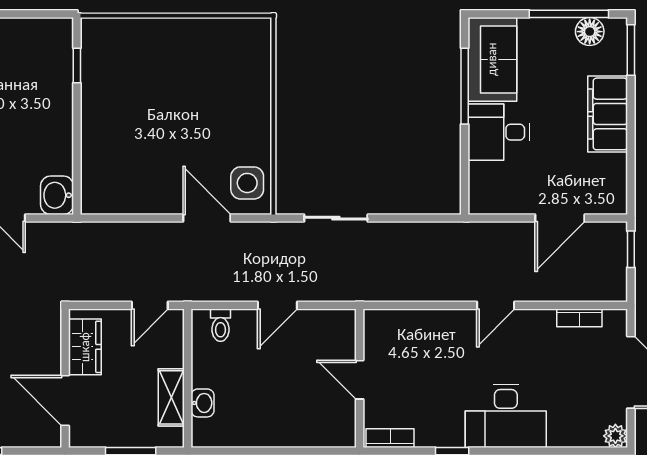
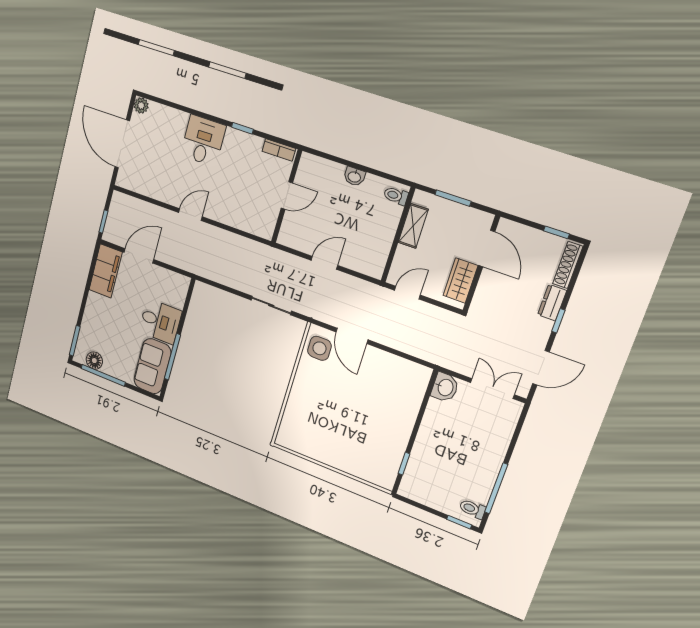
filing cabinet: (608, 114) -> (106, 271), moved
bookcase: (579, 318) -> (143, 189), removed
toilet: (221, 325) -> (396, 196), moved, turned -90
door: (360, 380) -> (287, 196), hinge flipped
washbasin: (203, 403) -> (354, 177), moved, turned -90
desk: (506, 416) -> (203, 141), width x0.73

